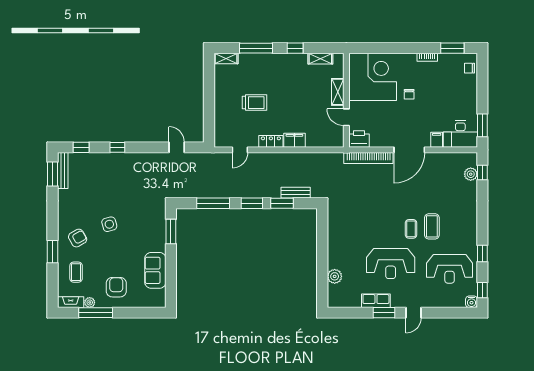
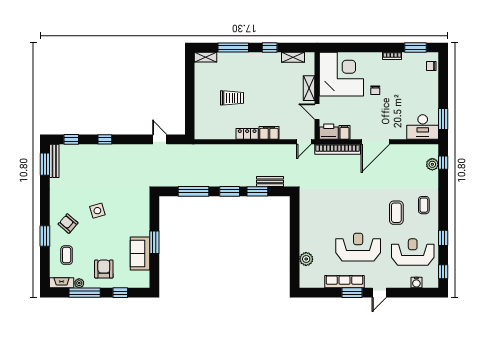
filing cabinet: (437, 140) -> (344, 132), moved
door: (240, 150) -> (304, 142), moved
coffee table: (411, 229) -> (424, 205), moved
window: (171, 231) -> (154, 242), moved
armchair: (78, 238) -> (68, 223), turned -109
reception desk: (391, 264) -> (358, 247), turned 180
reception desk: (450, 269) -> (413, 252), turned 180
row of seats: (376, 301) -> (344, 282), width x1.48
water cooler: (471, 302) -> (416, 283), moved
window: (134, 313) -> (120, 293), added

